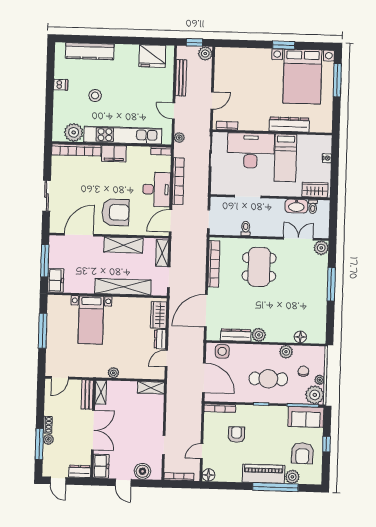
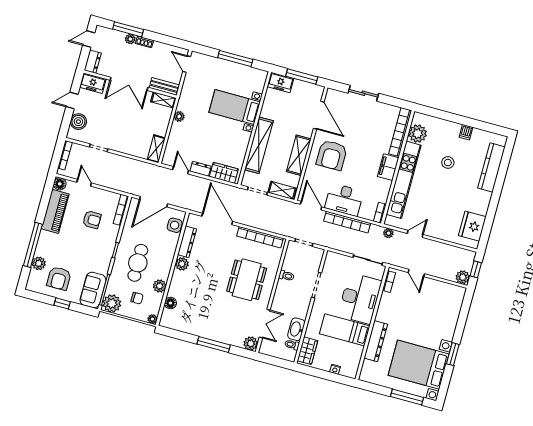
bench: (181, 78) -> (445, 249), removed
dining table: (259, 267) -> (247, 280), turned 90
plant: (320, 380) -> (152, 319), moved
armchair: (302, 453) -> (59, 278), turned -91
piano: (263, 474) -> (55, 211), moved

